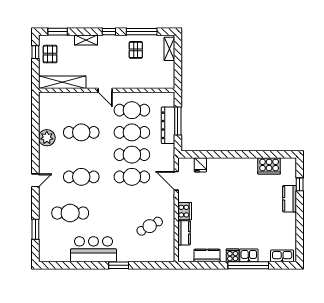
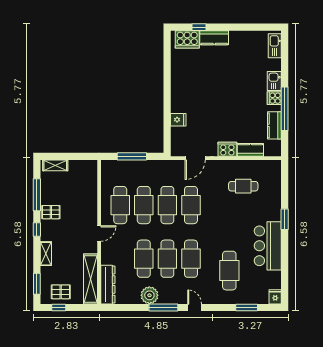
pallet: (136, 50) -> (51, 212), moved
dresser: (168, 125) -> (108, 285), moved, turned -90
window: (35, 151) -> (163, 307), added
cafe table: (81, 155) -> (167, 259), added
fridge: (200, 165) -> (178, 120), moved
cooker: (269, 166) -> (187, 39), moved, turned 90
cafe table: (150, 226) -> (243, 186), turned -61
fridge: (45, 256) -> (275, 297), added
window: (248, 265) -> (285, 109), moved

